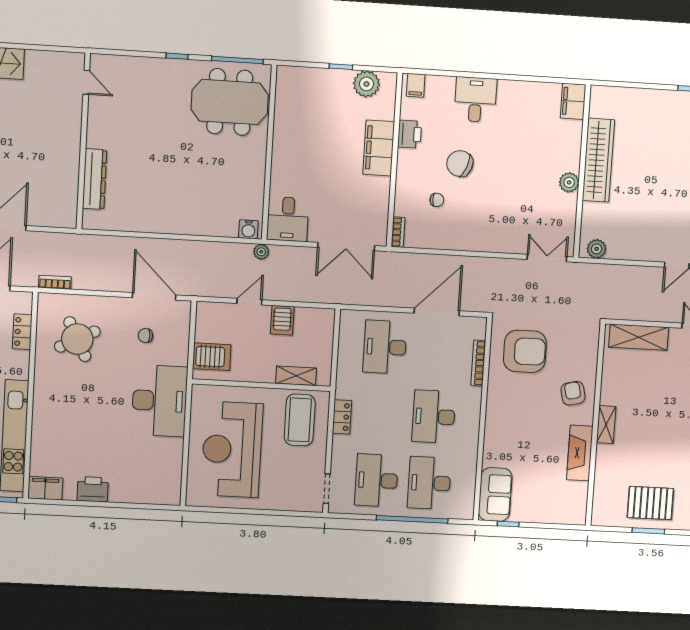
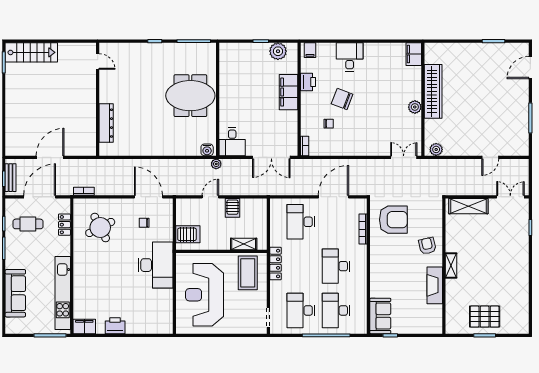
meeting table: (230, 102) -> (190, 96), moved
locker: (342, 417) -> (275, 264), width x1.53

